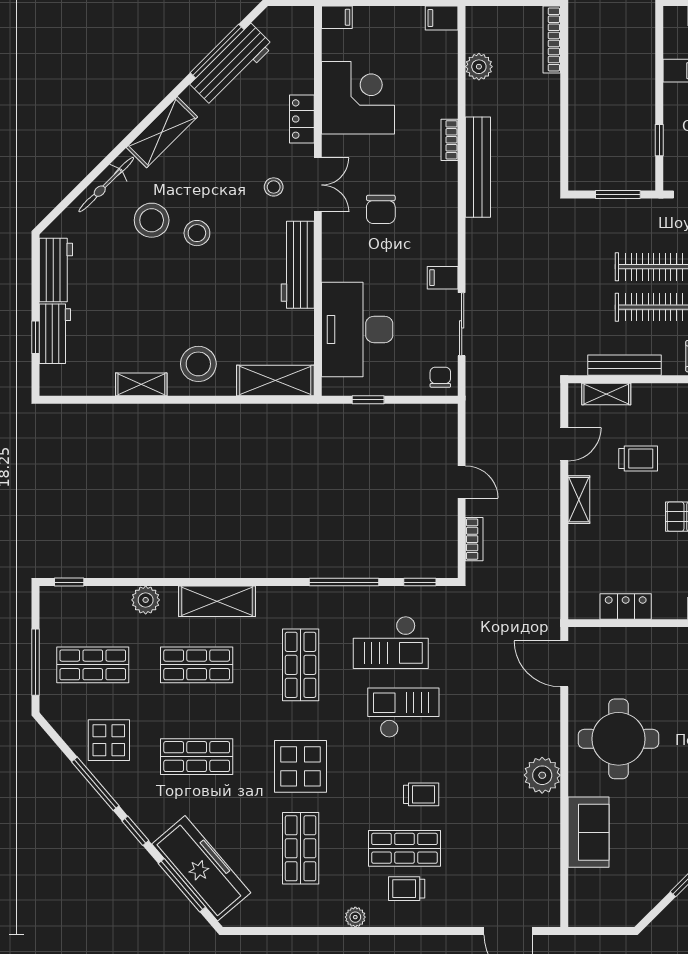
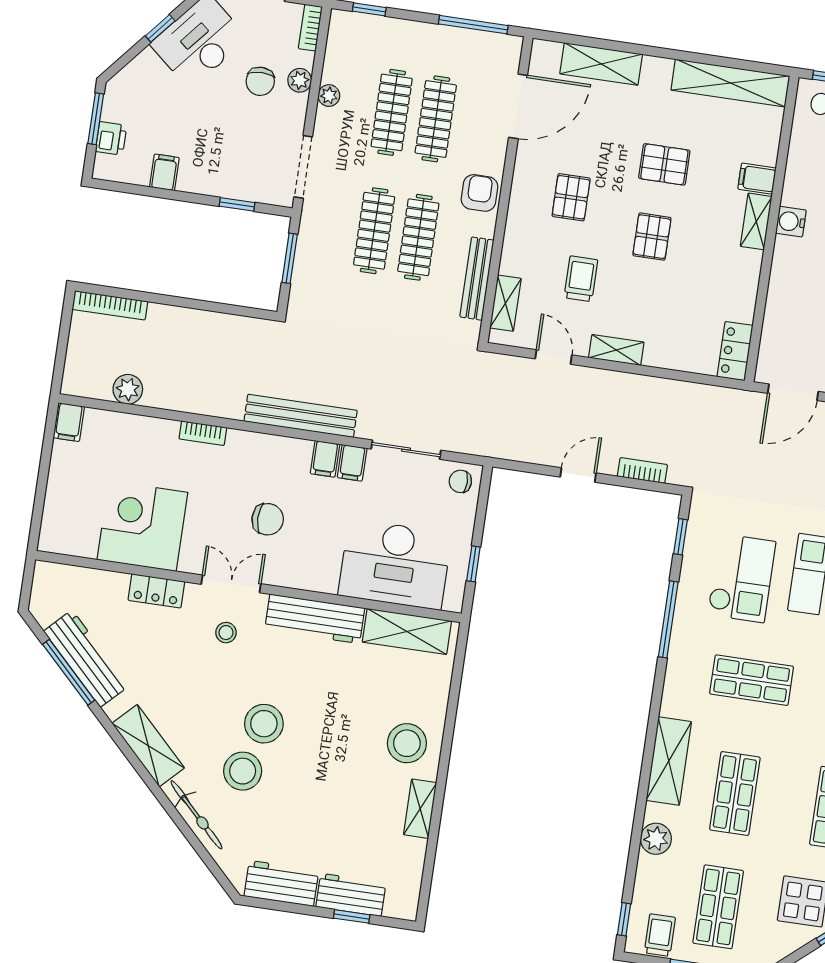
filing cabinet: (337, 17) -> (325, 459), moved, turned 180
bench: (478, 167) -> (301, 416), moved
stool: (197, 233) -> (264, 724), width x1.38, depth x1.38
shelving: (275, 380) -> (407, 631), moved, turned 90
locker: (626, 606) -> (735, 351), moved
trolley: (60, 616) -> (660, 935), added

